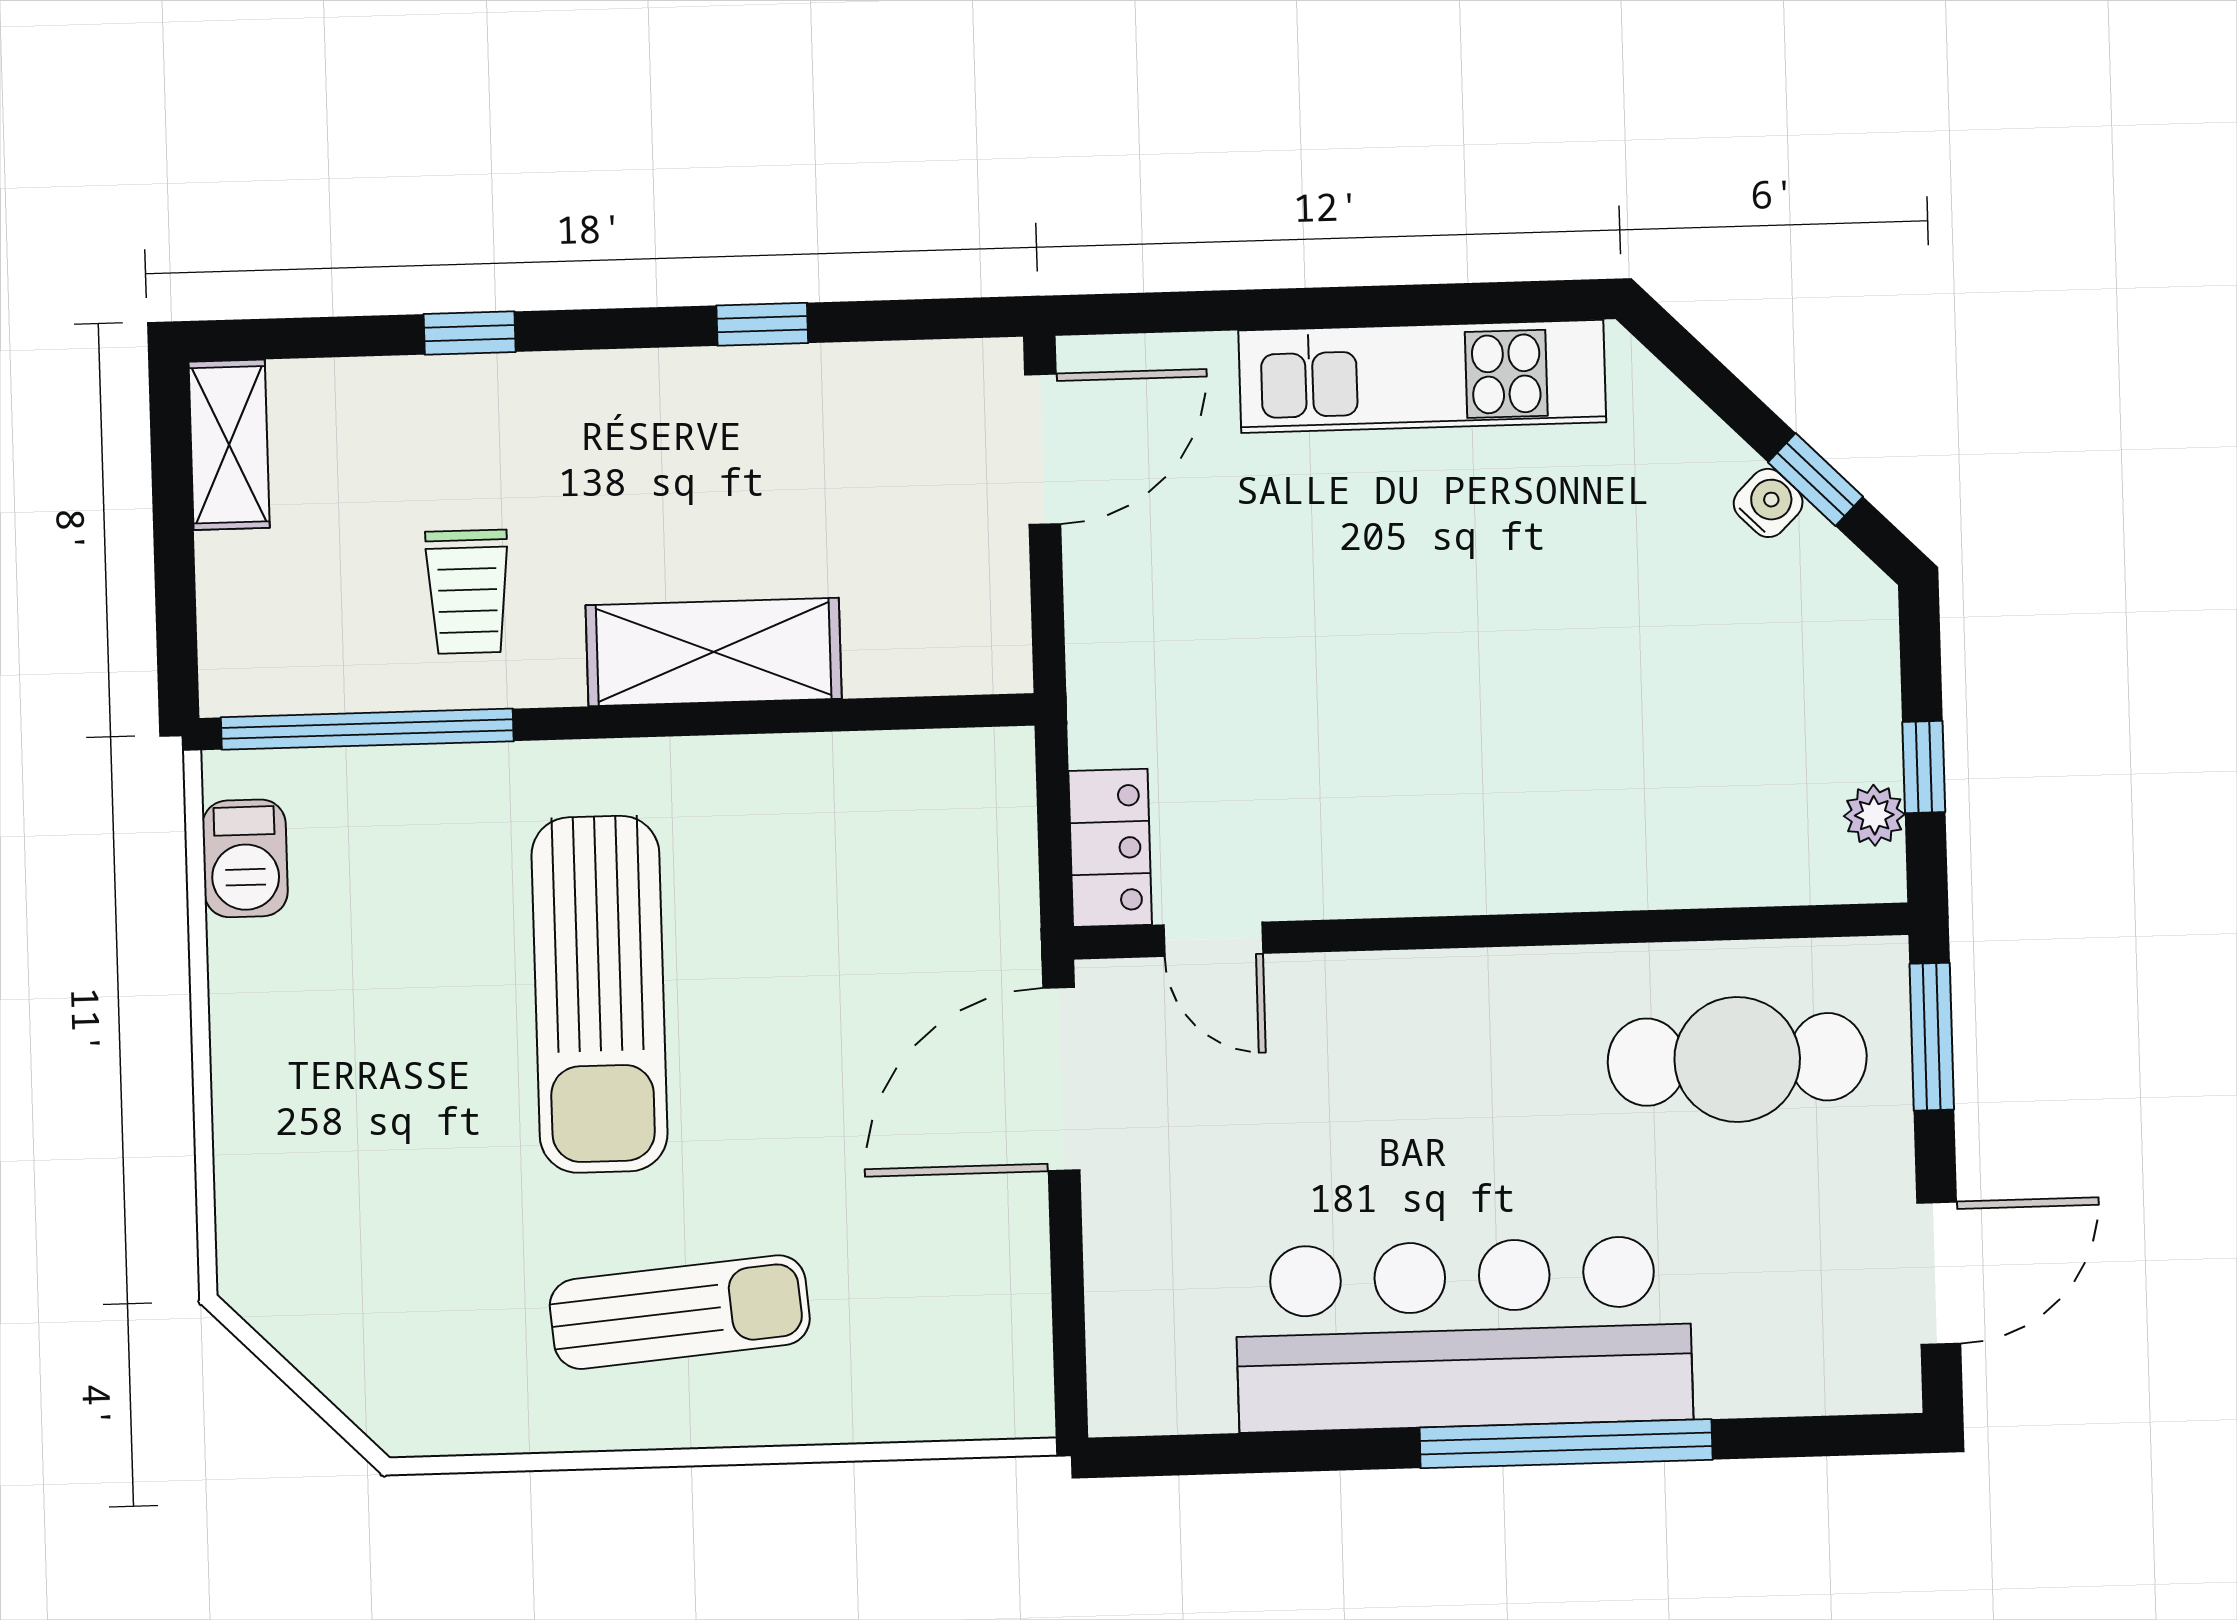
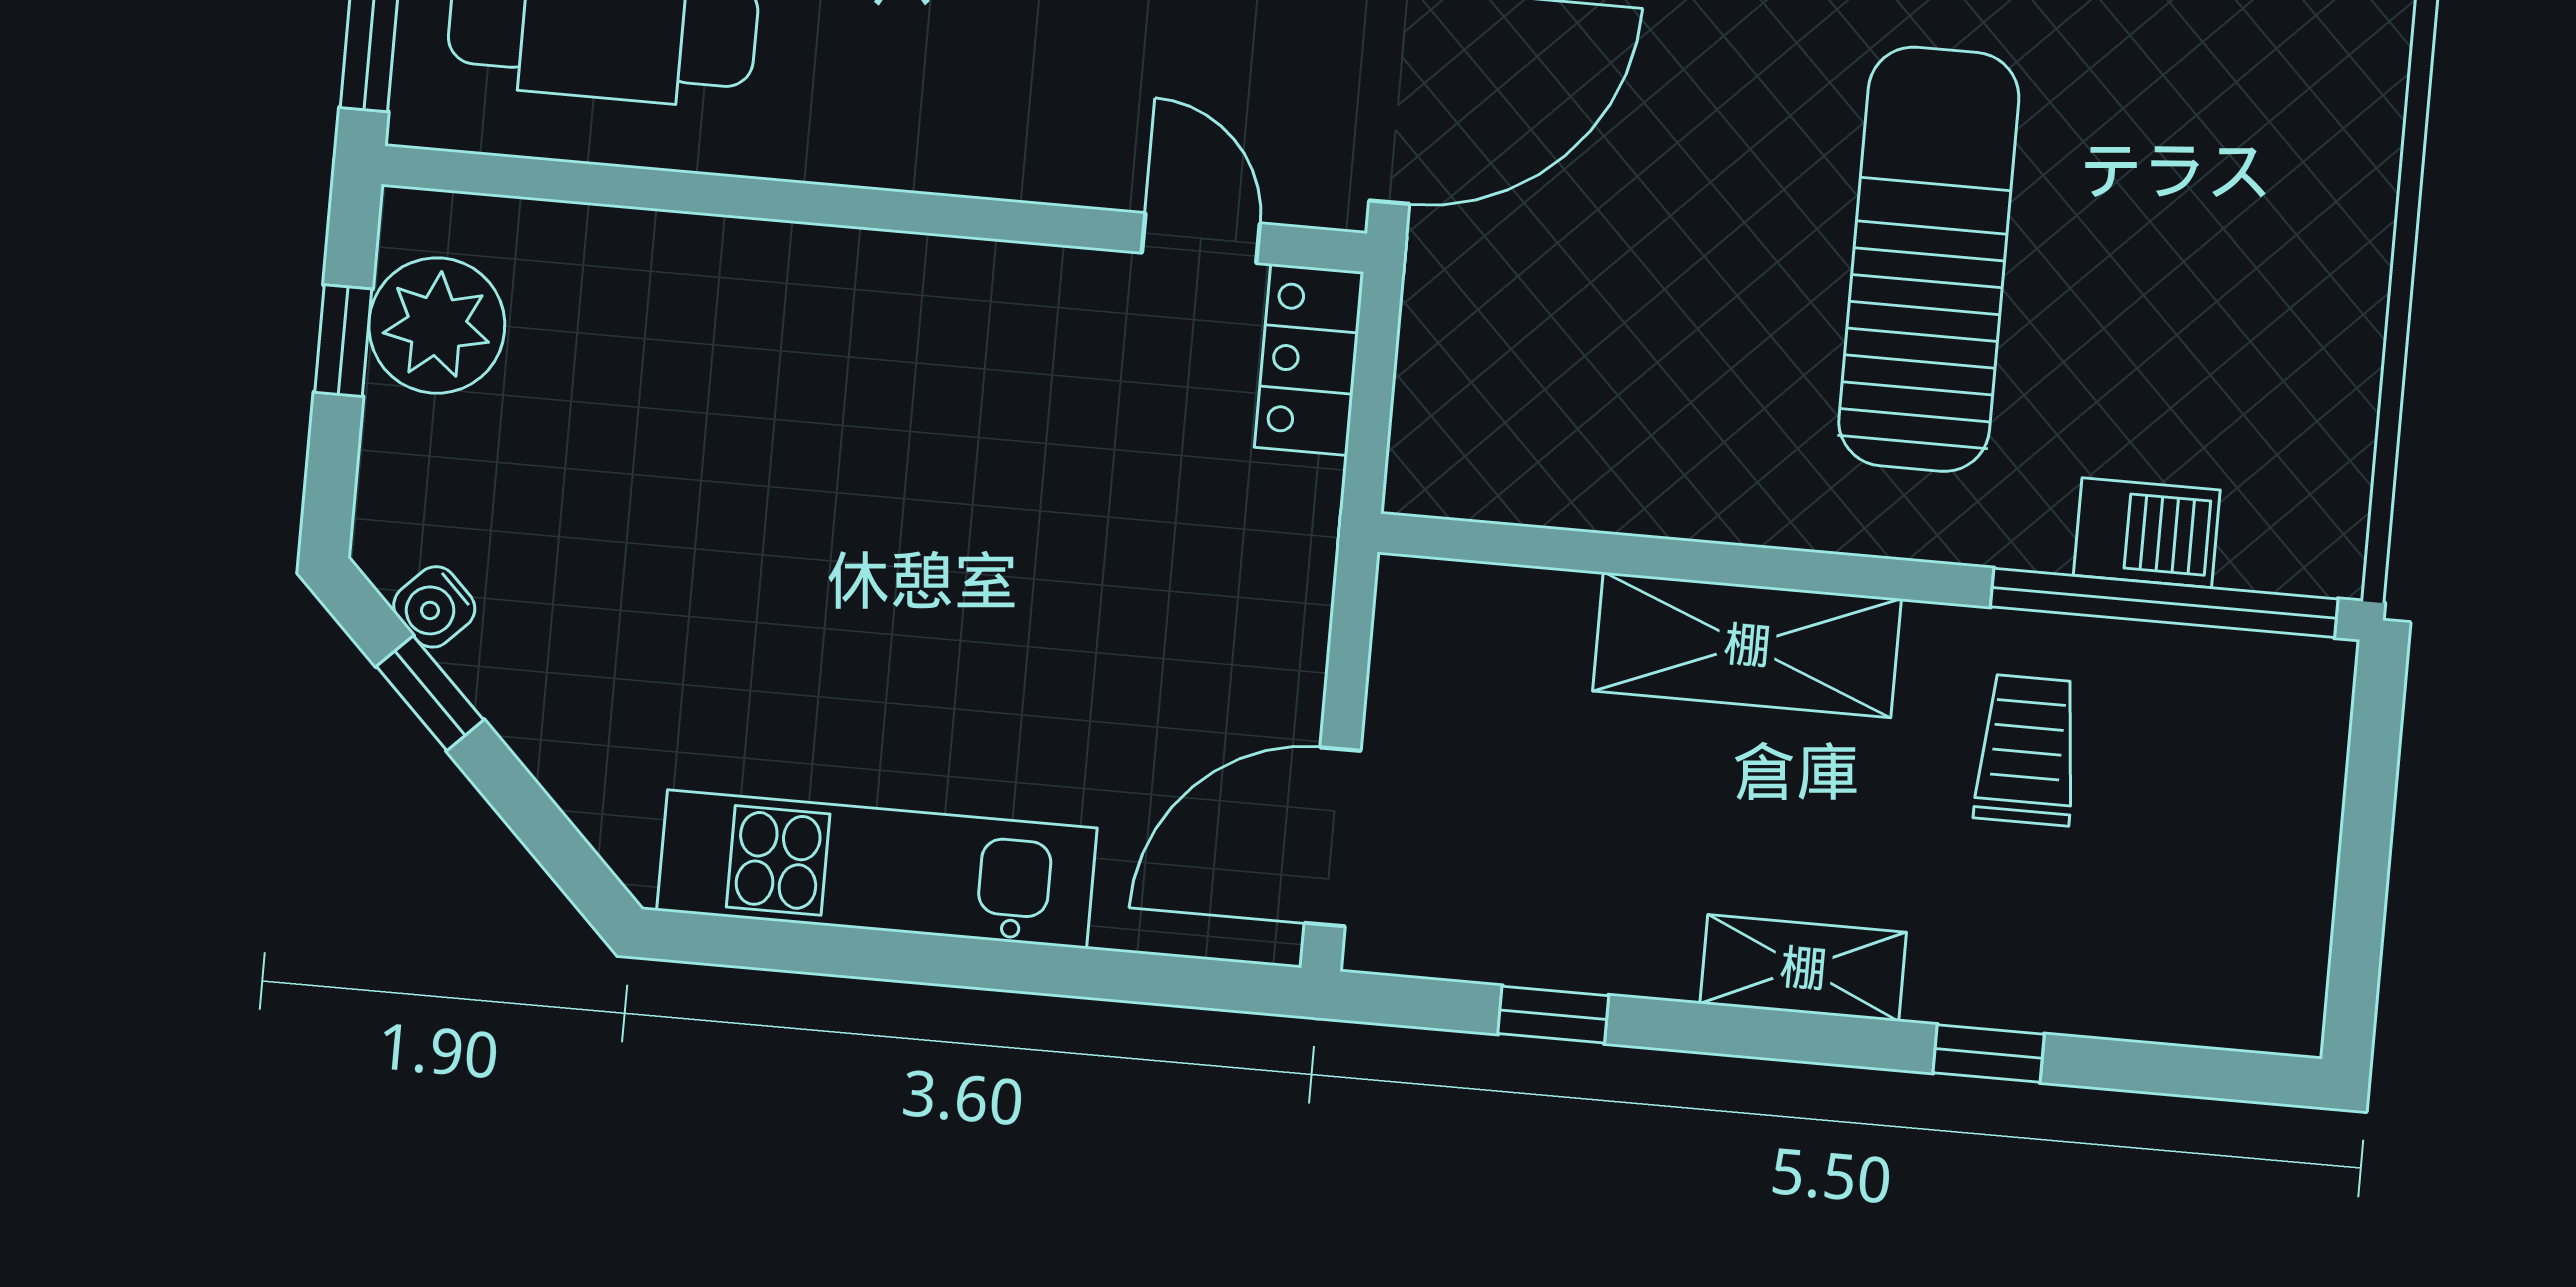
window: (762, 324) -> (1553, 1015), moved
shelving: (229, 445) -> (1803, 968), moved, turned 90
water cooler: (1768, 503) -> (434, 607), moved
plant: (1874, 815) -> (437, 326), width x1.87, depth x1.87
barbecue: (245, 858) -> (2147, 533), moved, turned 90

